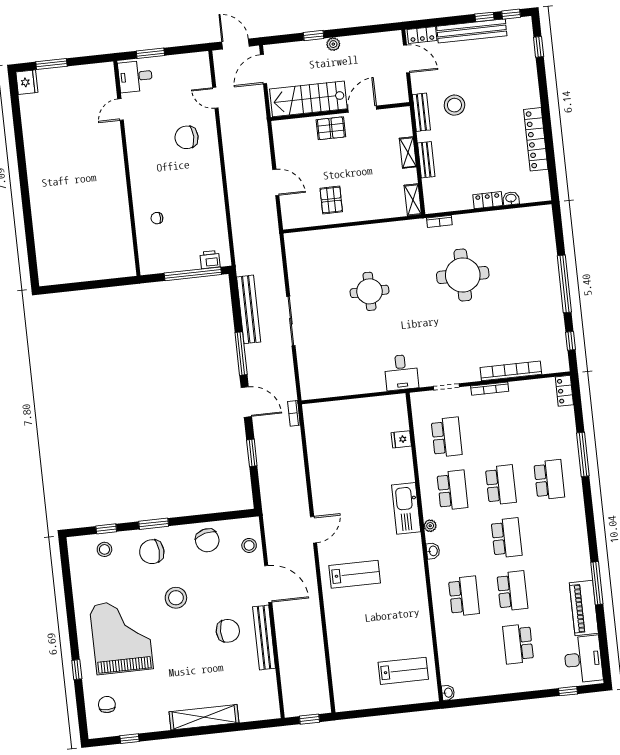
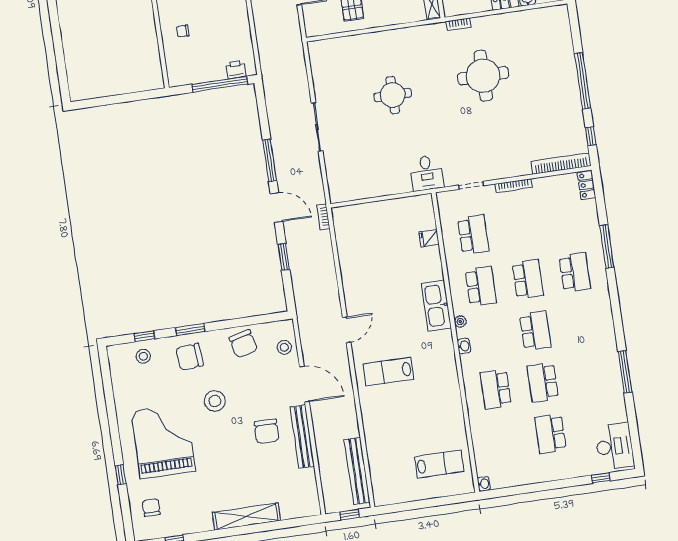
bench: (249, 309) -> (357, 471), moved
bookcase: (511, 371) -> (561, 164), moved
lab bench: (355, 574) -> (388, 372), turned 180
school desk: (512, 591) -> (543, 382), turned 180
school desk: (464, 596) -> (496, 389), turned 180
piano: (584, 608) -> (613, 396), removed
chair: (228, 631) -> (267, 431), turned 91

